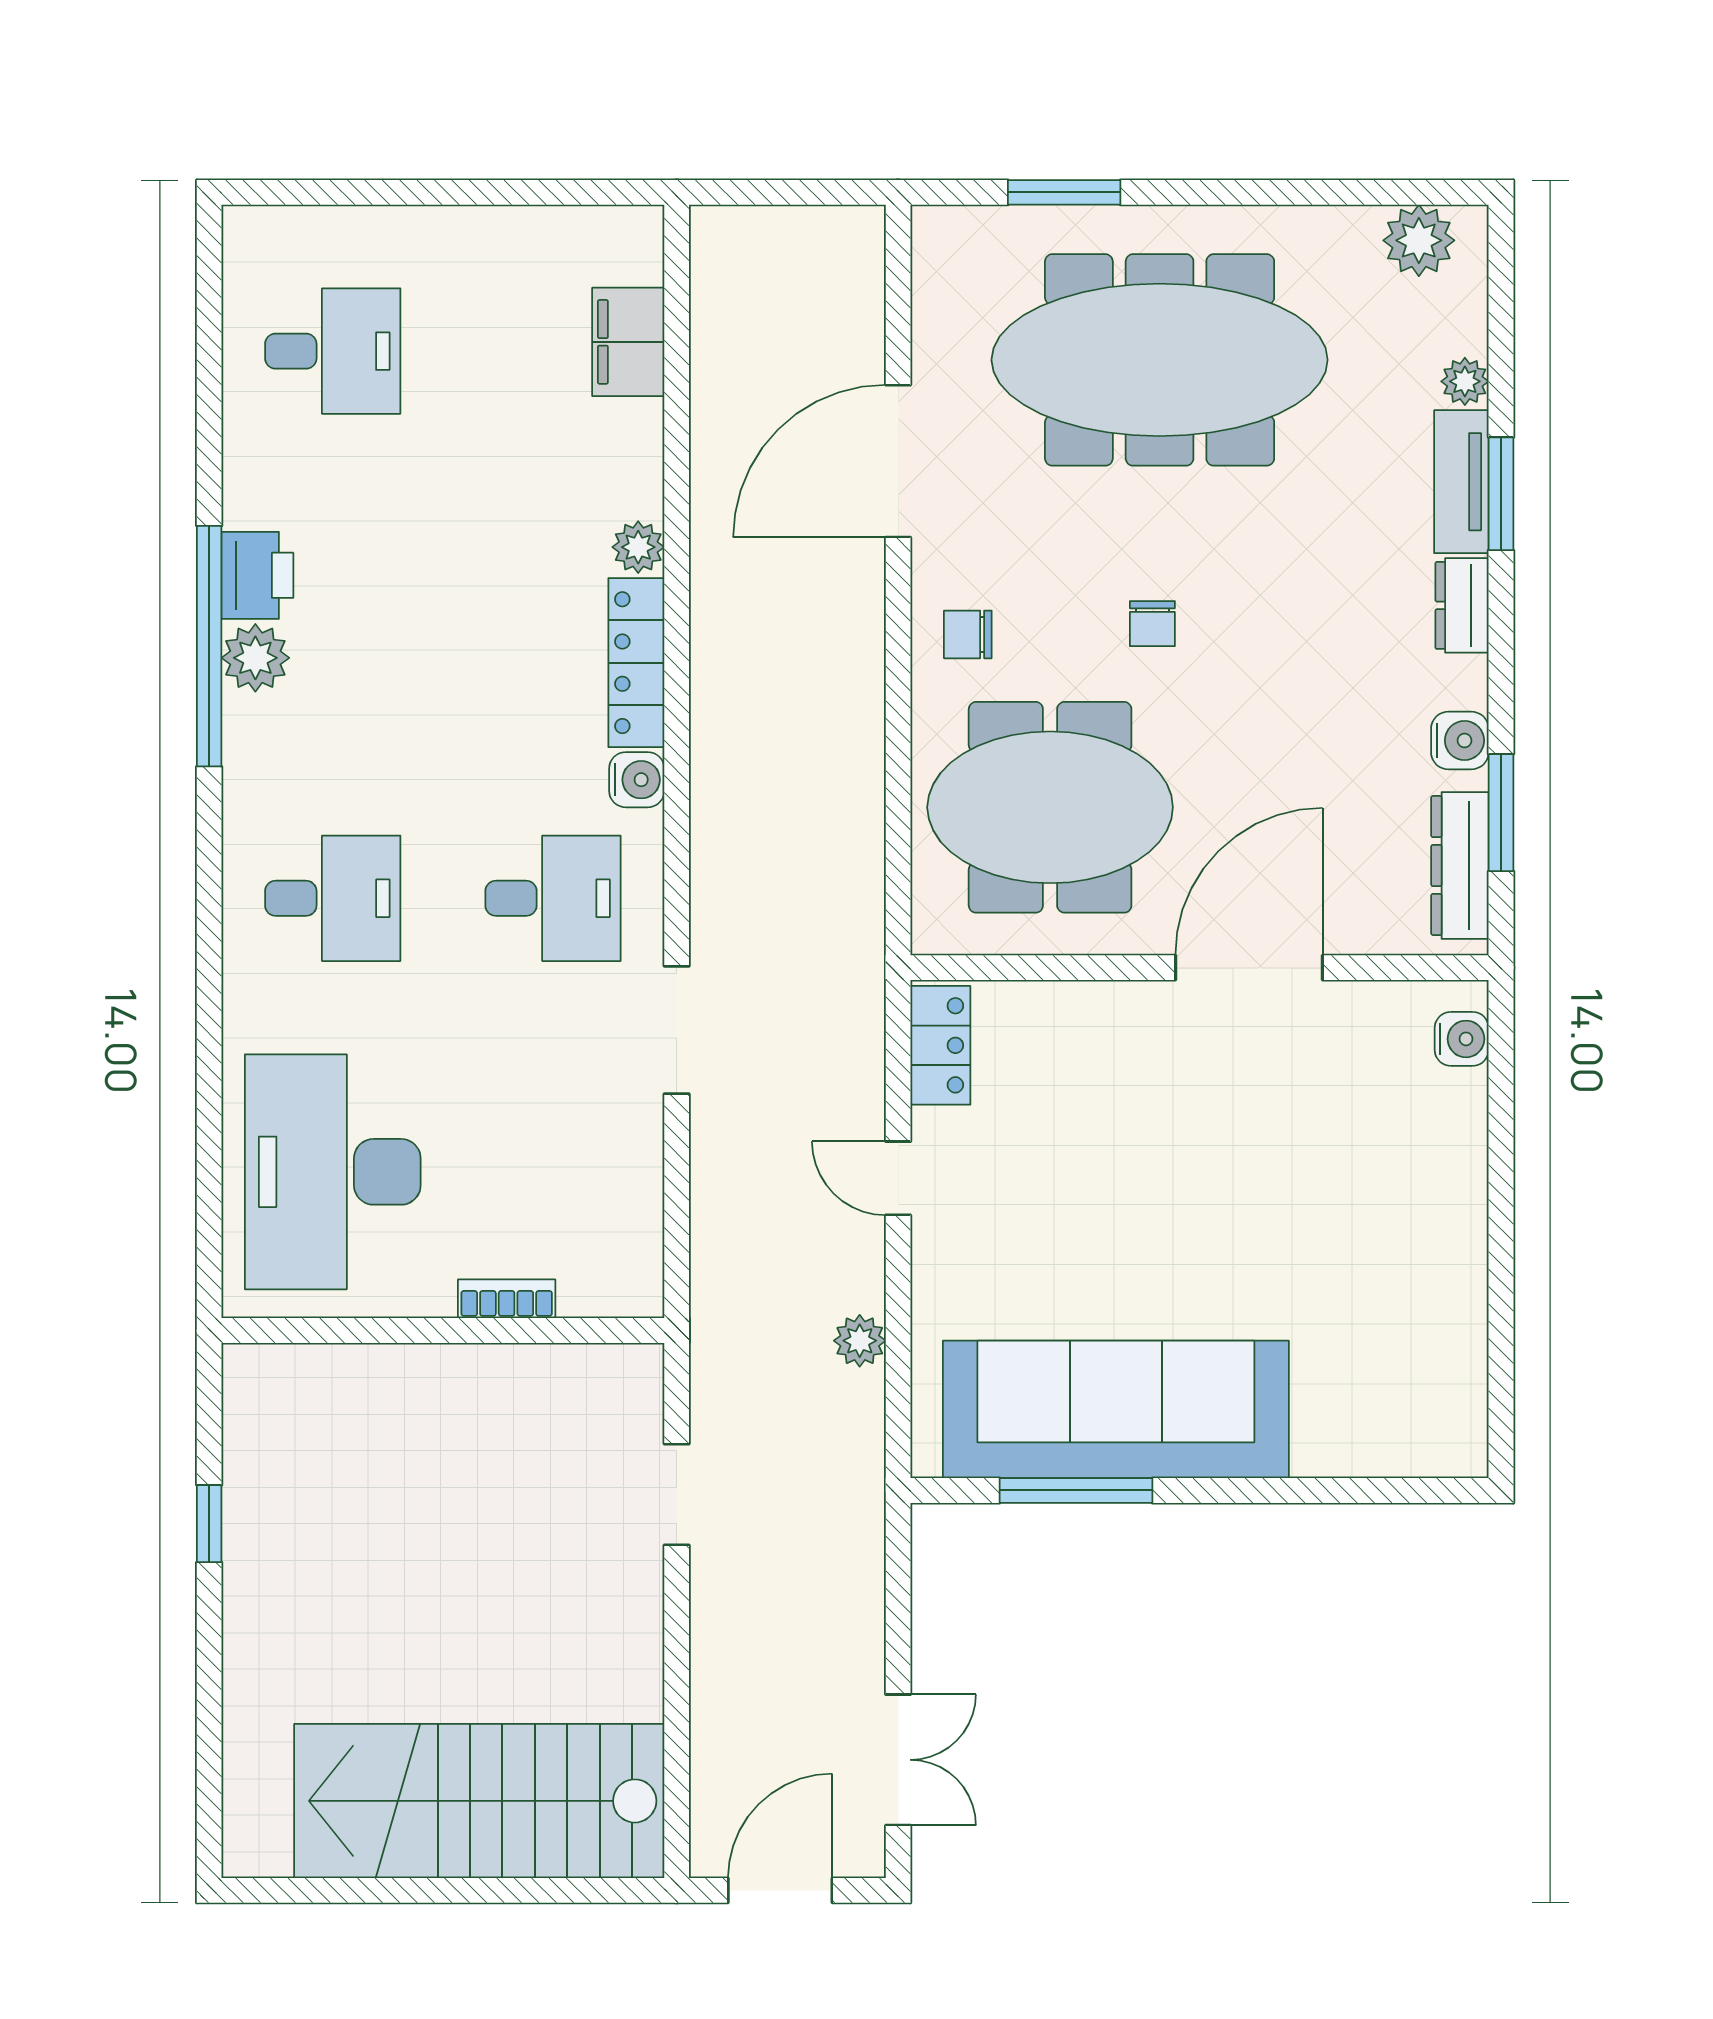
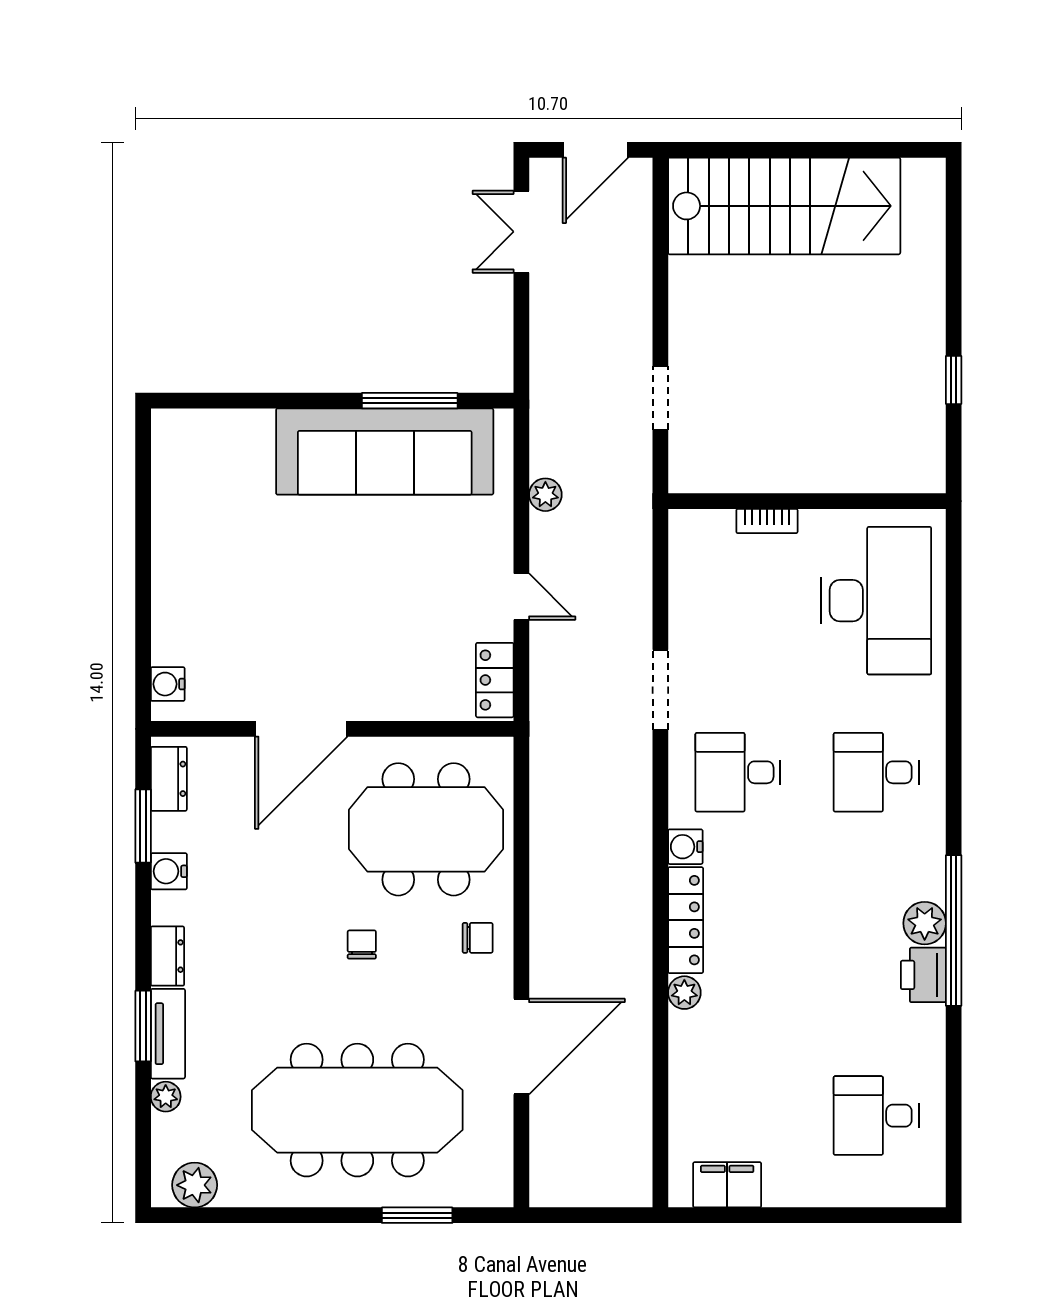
filing cabinet: (628, 342) -> (727, 1185), moved, turned -90
dresser: (1460, 866) -> (169, 779), width x0.70

